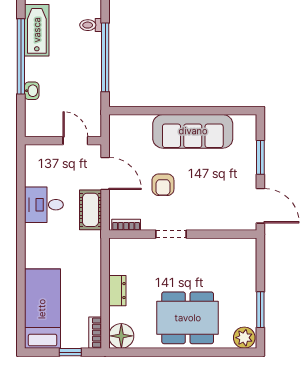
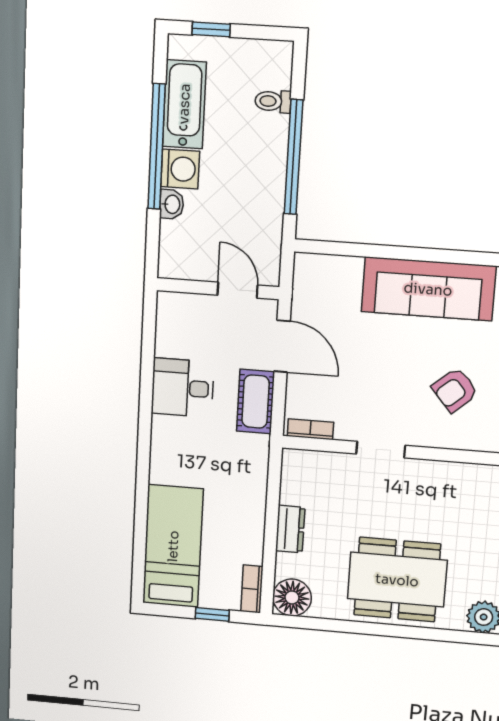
washing machine: (36, 69) -> (180, 169), added
armchair: (163, 185) -> (455, 390), moved, turned 49

